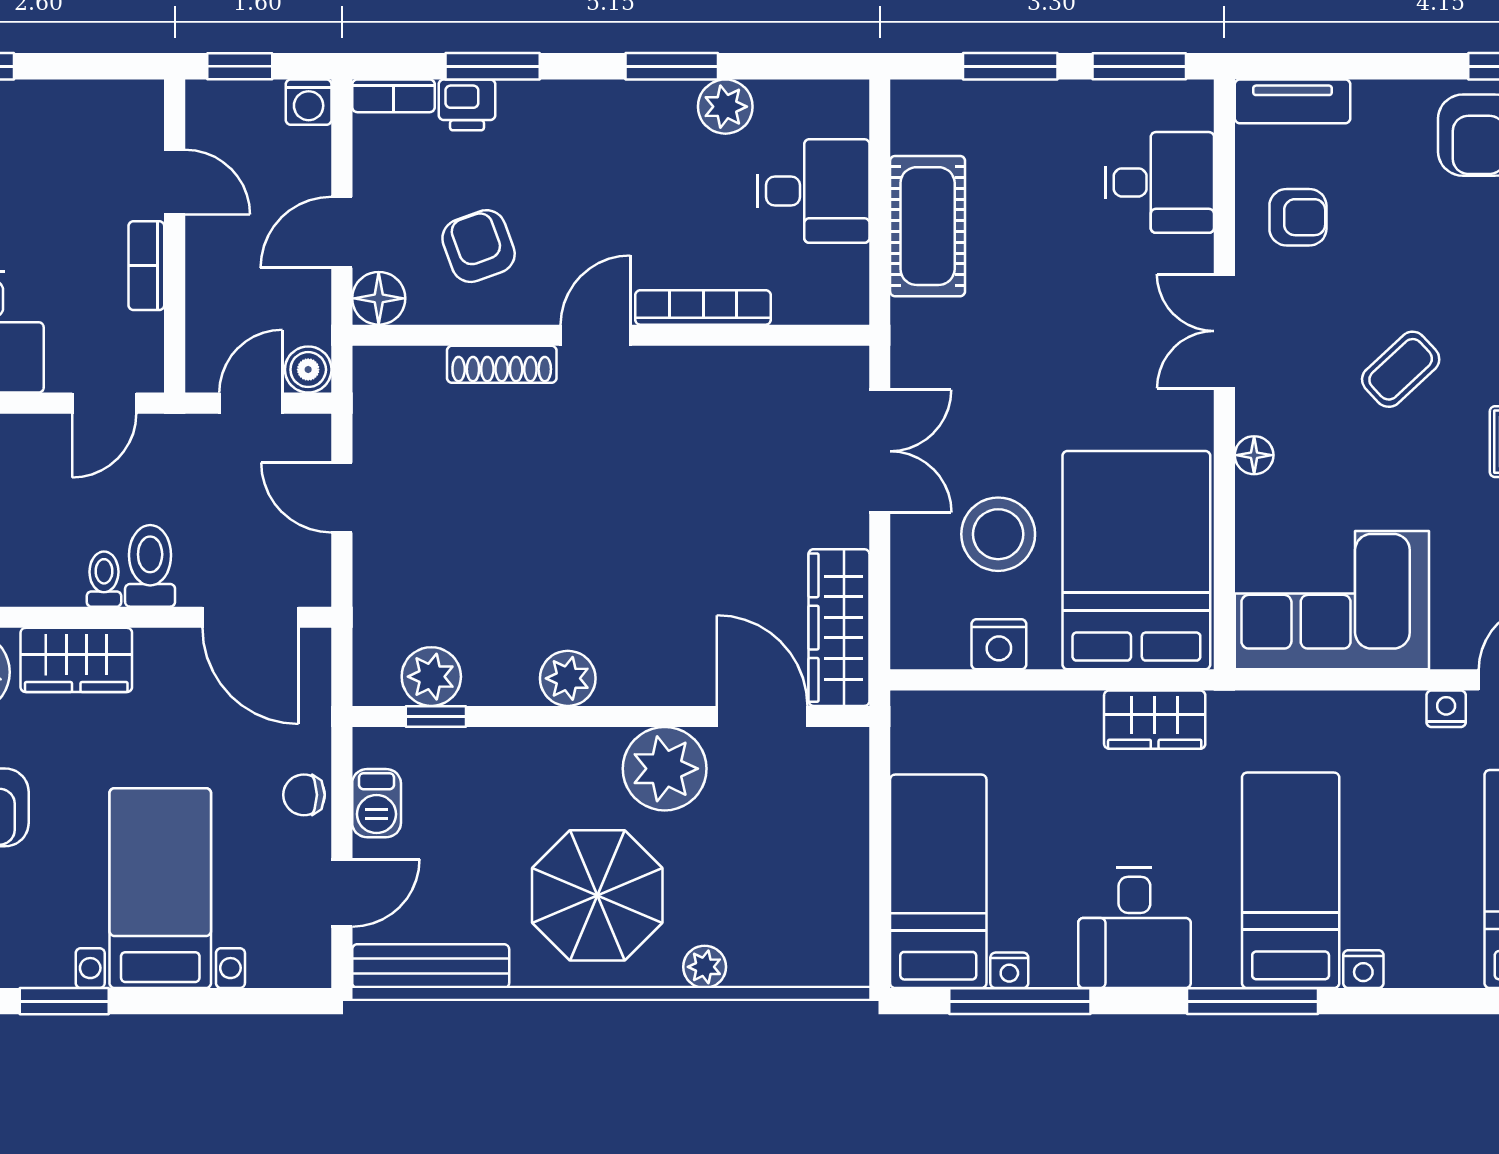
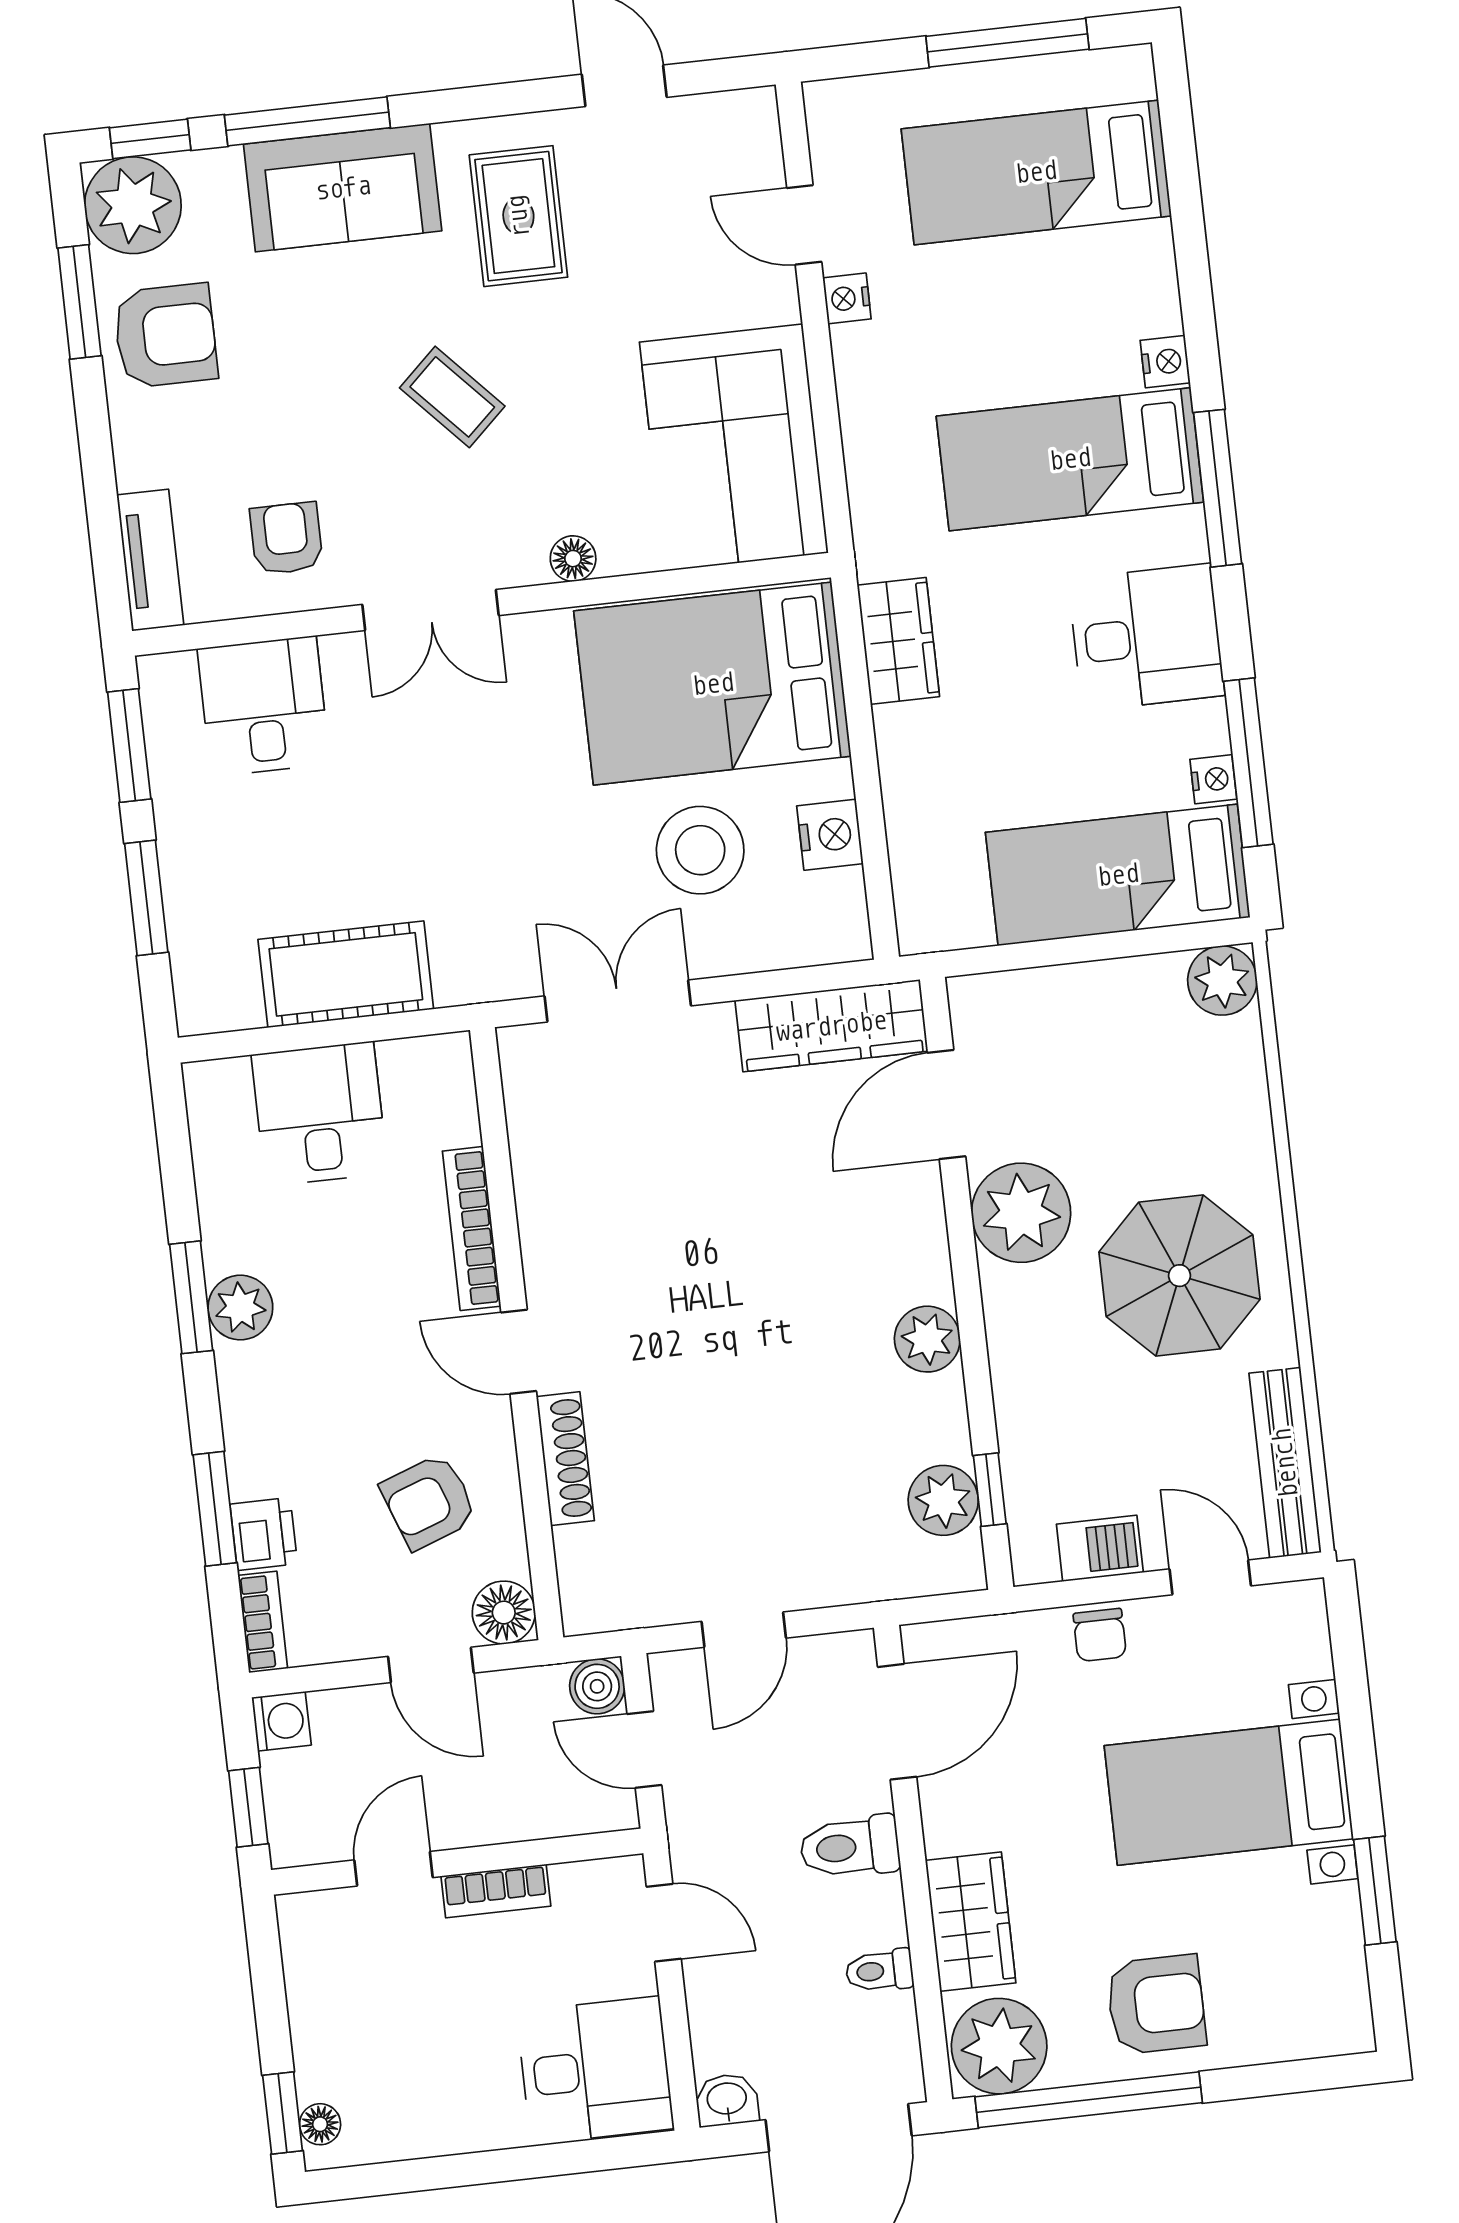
plant: (725, 107) -> (240, 1308), moved
toilet: (104, 579) -> (879, 1971), moved
plant: (705, 967) -> (1222, 981), moved, width x1.38, depth x1.38

